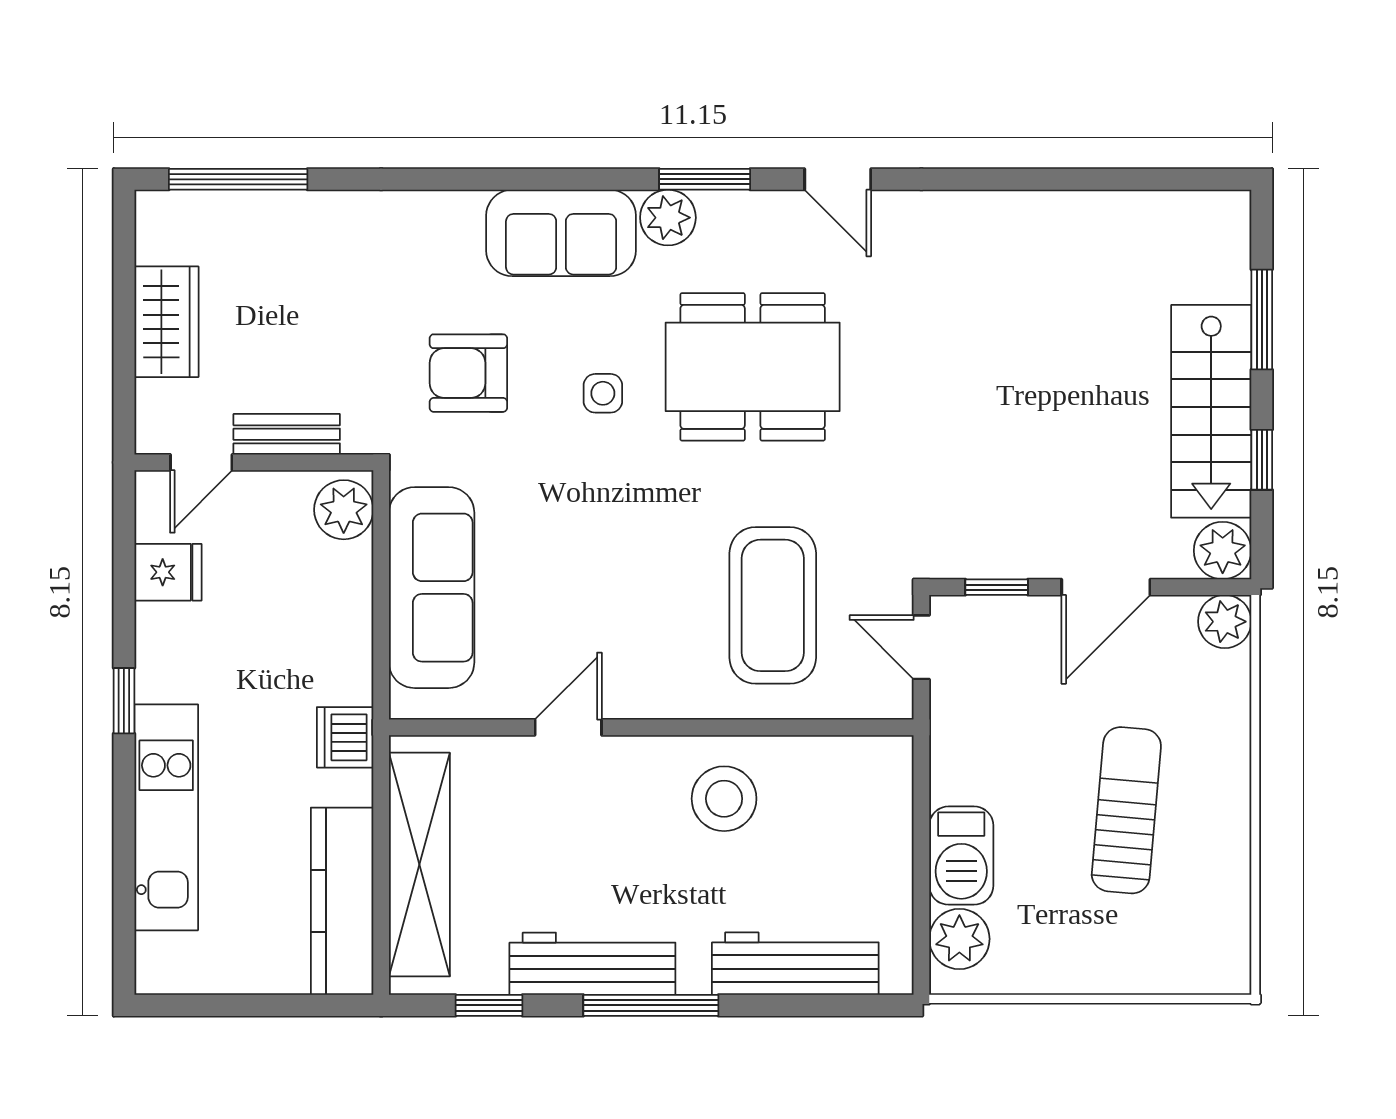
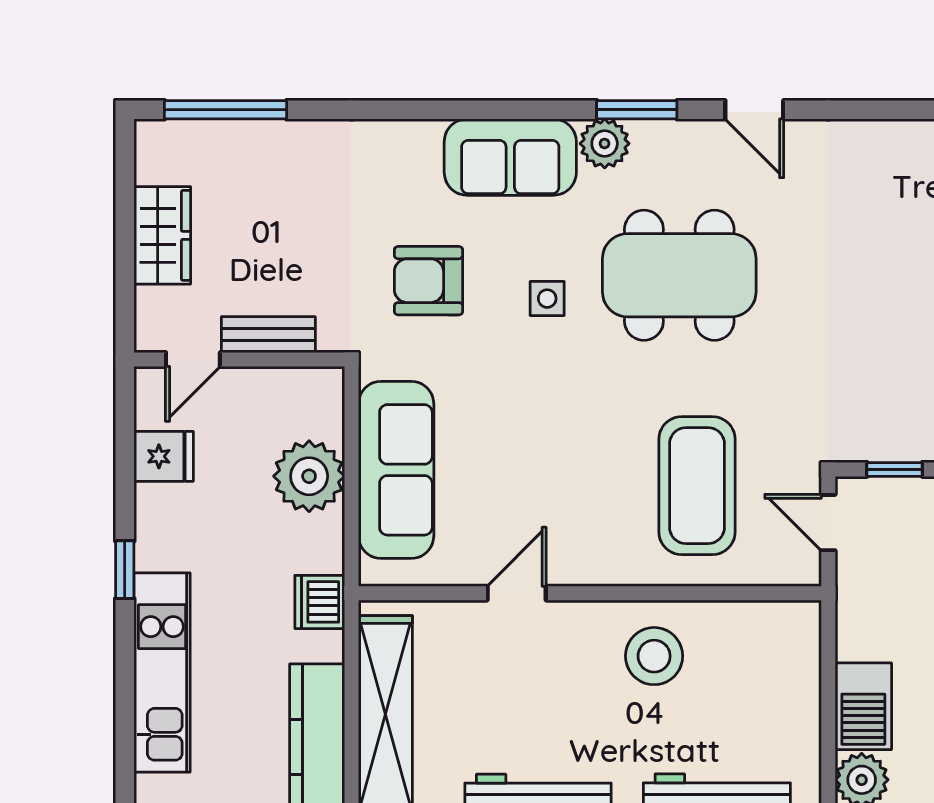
plant: (344, 510) -> (309, 476), moved, width x1.36, depth x1.36

